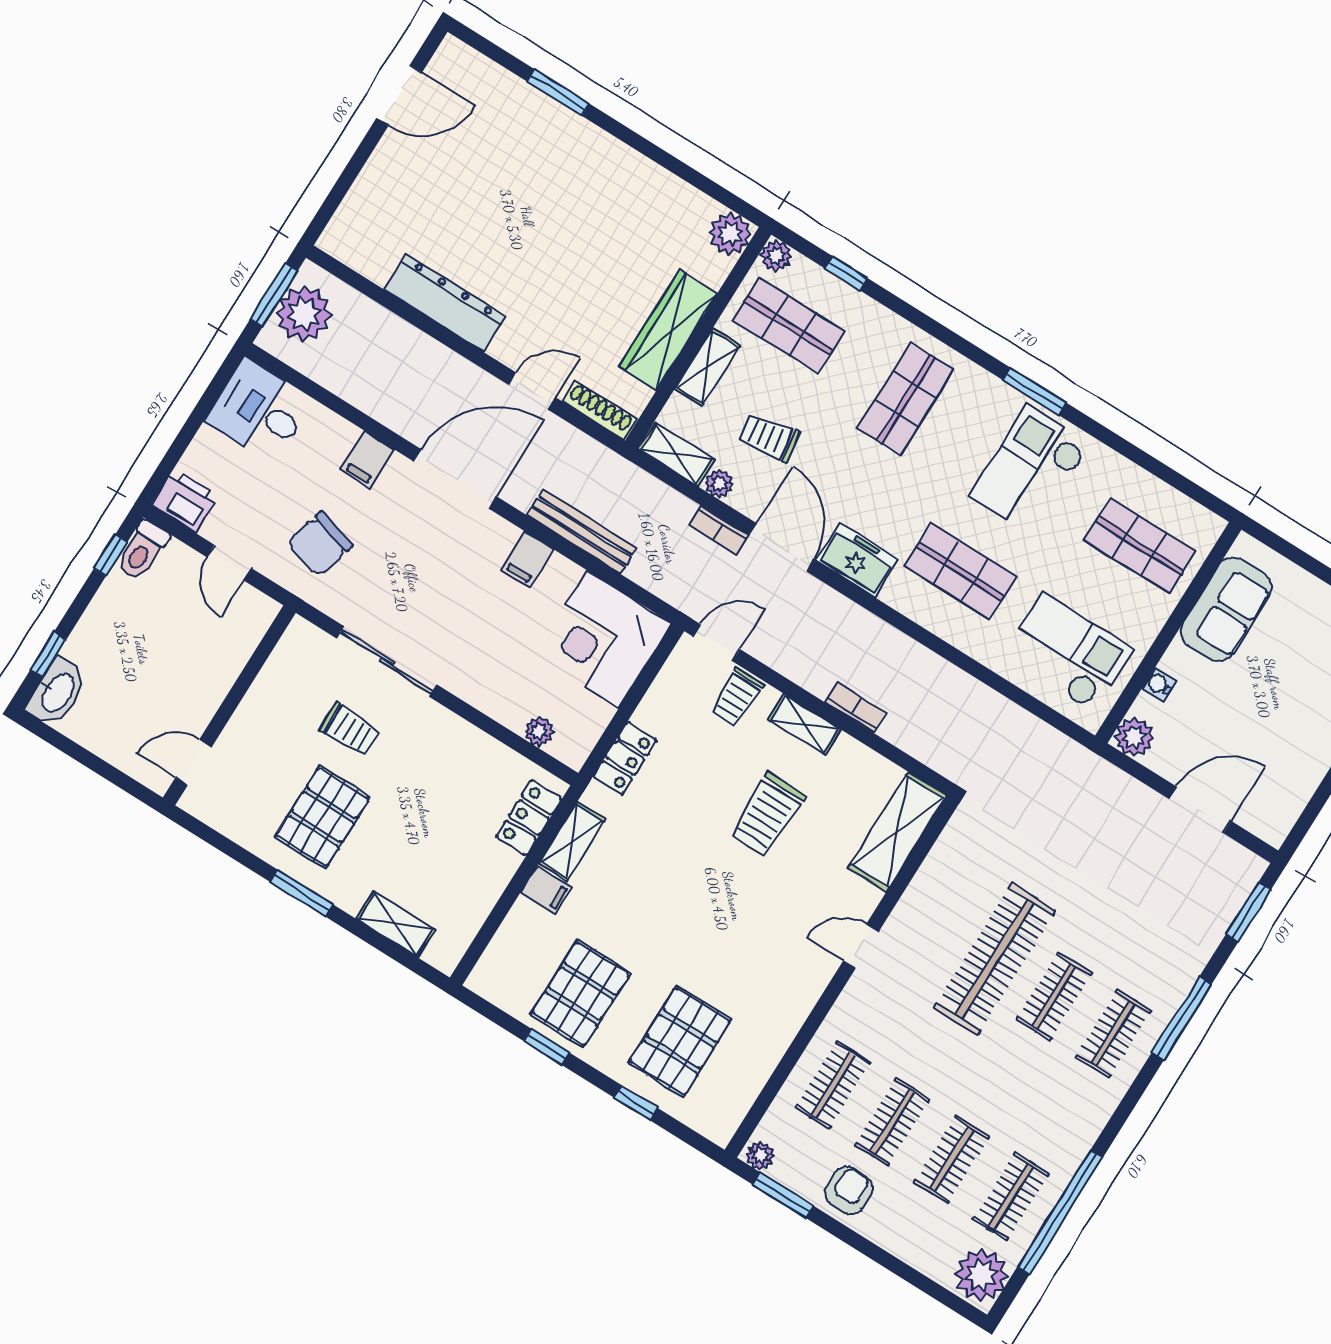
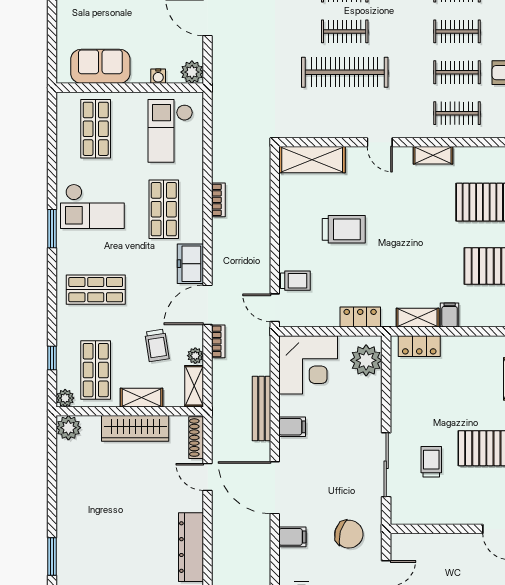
bookcase: (855, 708) -> (218, 200), moved, turned 180
shelving: (804, 724) -> (433, 155), moved, turned 90
plant: (539, 732) -> (366, 360), width x1.88, depth x1.88

